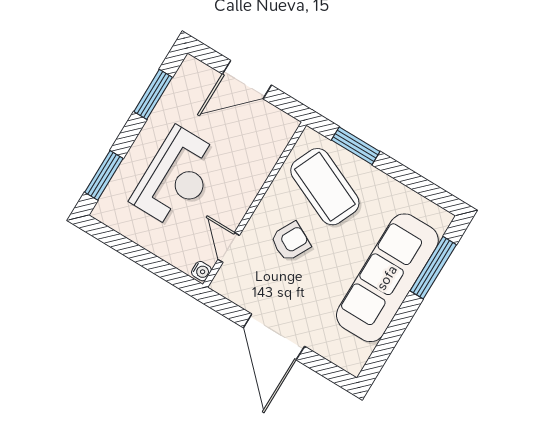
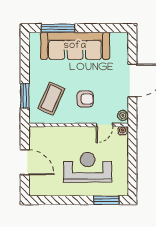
window: (153, 94) -> (57, 200), removed
coffee table: (325, 187) -> (51, 98), width x0.73, depth x0.76
armchair: (290, 241) -> (85, 99), turned 152
plant: (226, 287) -> (123, 115), added

